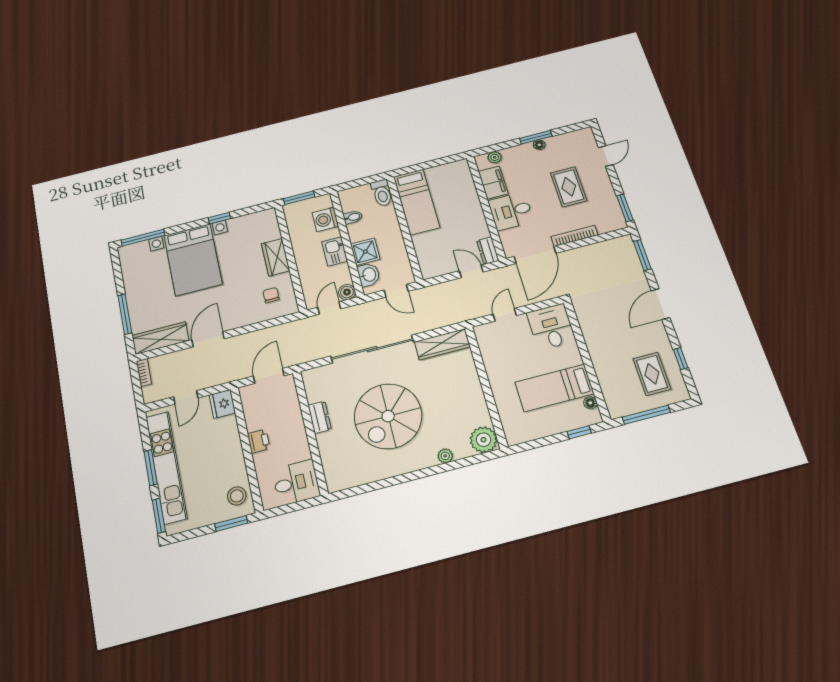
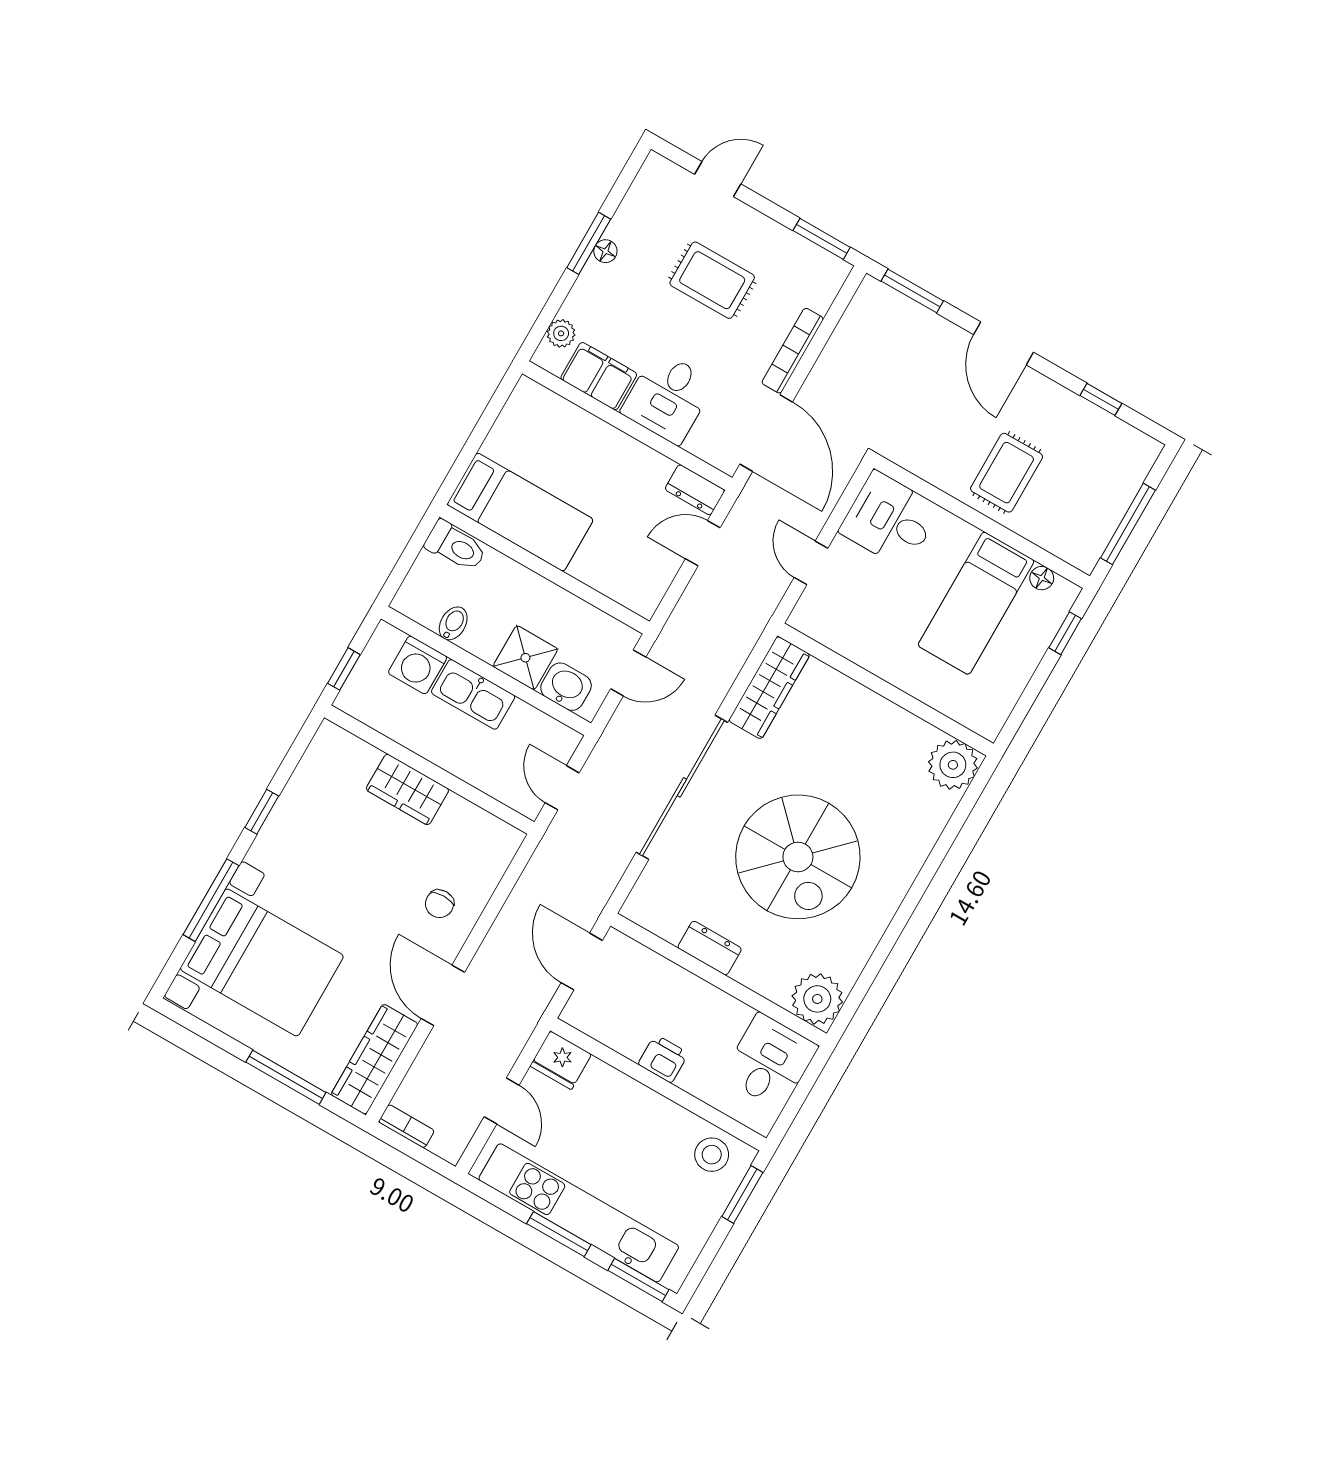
door: (606, 156) -> (718, 179), hinge flipped
window: (299, 198) -> (344, 669), width x0.67
window: (143, 238) -> (211, 900), moved
kitchen sink: (335, 251) -> (473, 694), width x1.38
bed with nightstands: (193, 260) -> (262, 962), moved
boiler: (347, 292) -> (562, 741), removed
chair: (271, 295) -> (439, 904), moved, turned -90
rug: (652, 374) -> (1007, 473), moved, turned 90
plant: (445, 456) -> (817, 999), moved, width x1.88, depth x1.88

